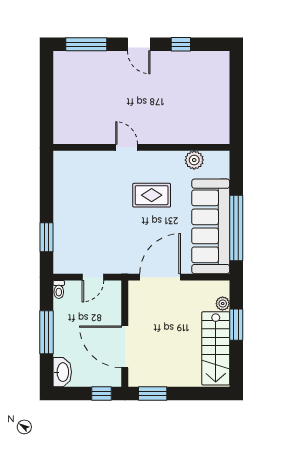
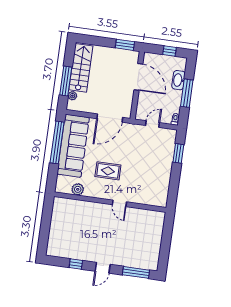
door: (139, 44) -> (103, 268), swing flipped
window: (236, 325) -> (66, 81), width x1.44
washbasin: (62, 372) -> (178, 80), moved
window: (102, 394) -> (169, 51), moved

